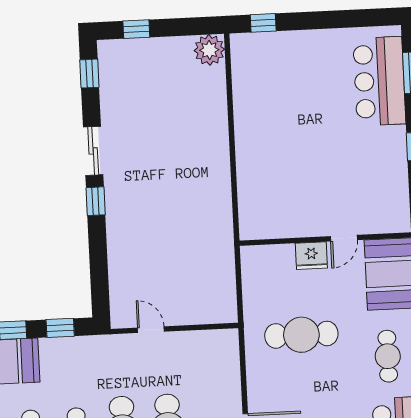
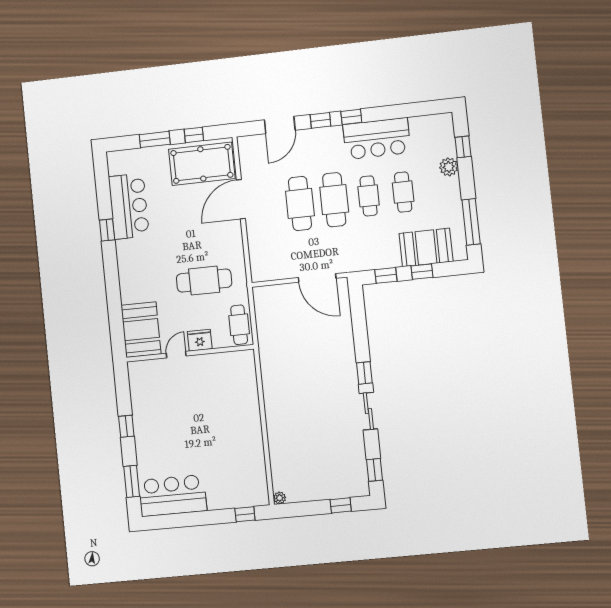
plant: (209, 50) -> (280, 498), width x0.53, depth x0.53
bar counter: (379, 81) -> (173, 496), moved, turned -90
door: (151, 330) -> (317, 278), width x1.88
cafe table: (388, 356) -> (239, 325), moved

